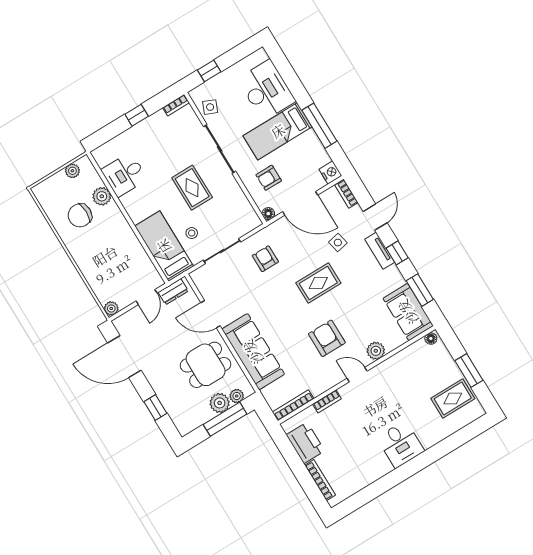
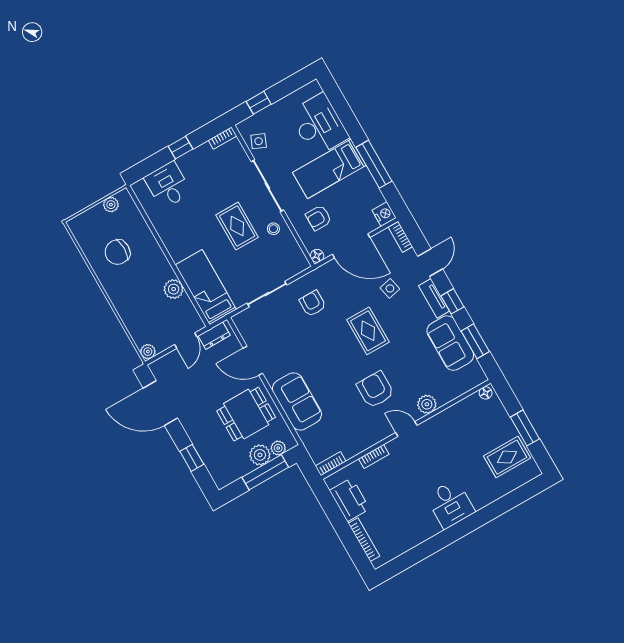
desk: (124, 175) -> (168, 185), moved, turned 90
plant: (102, 196) -> (174, 289), moved
stool: (192, 233) -> (273, 229), moved
rug: (318, 283) -> (368, 331), turned 90
sofa: (408, 312) -> (450, 343), moved
sofa: (253, 352) -> (297, 402), width x0.73
bookcase: (293, 405) -> (331, 464), width x0.64

